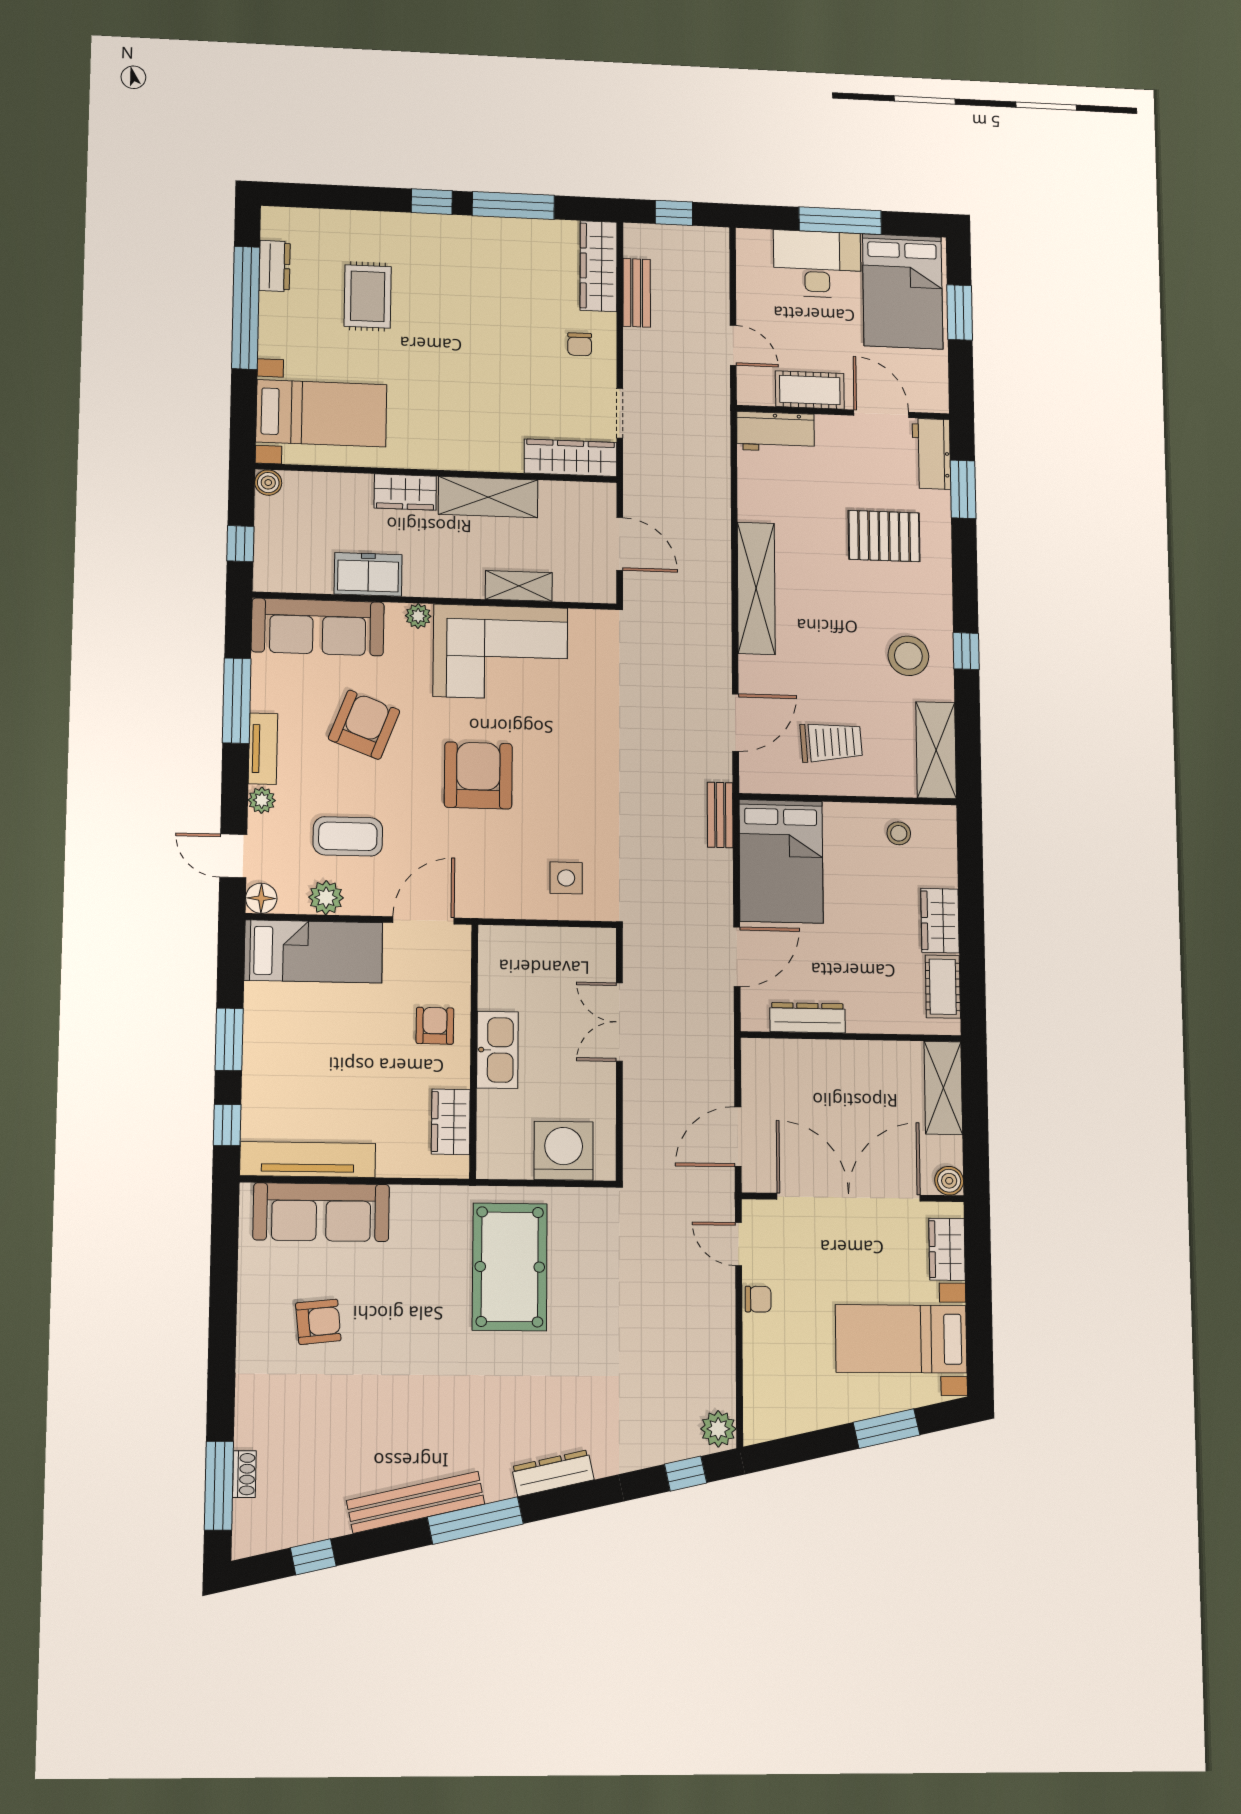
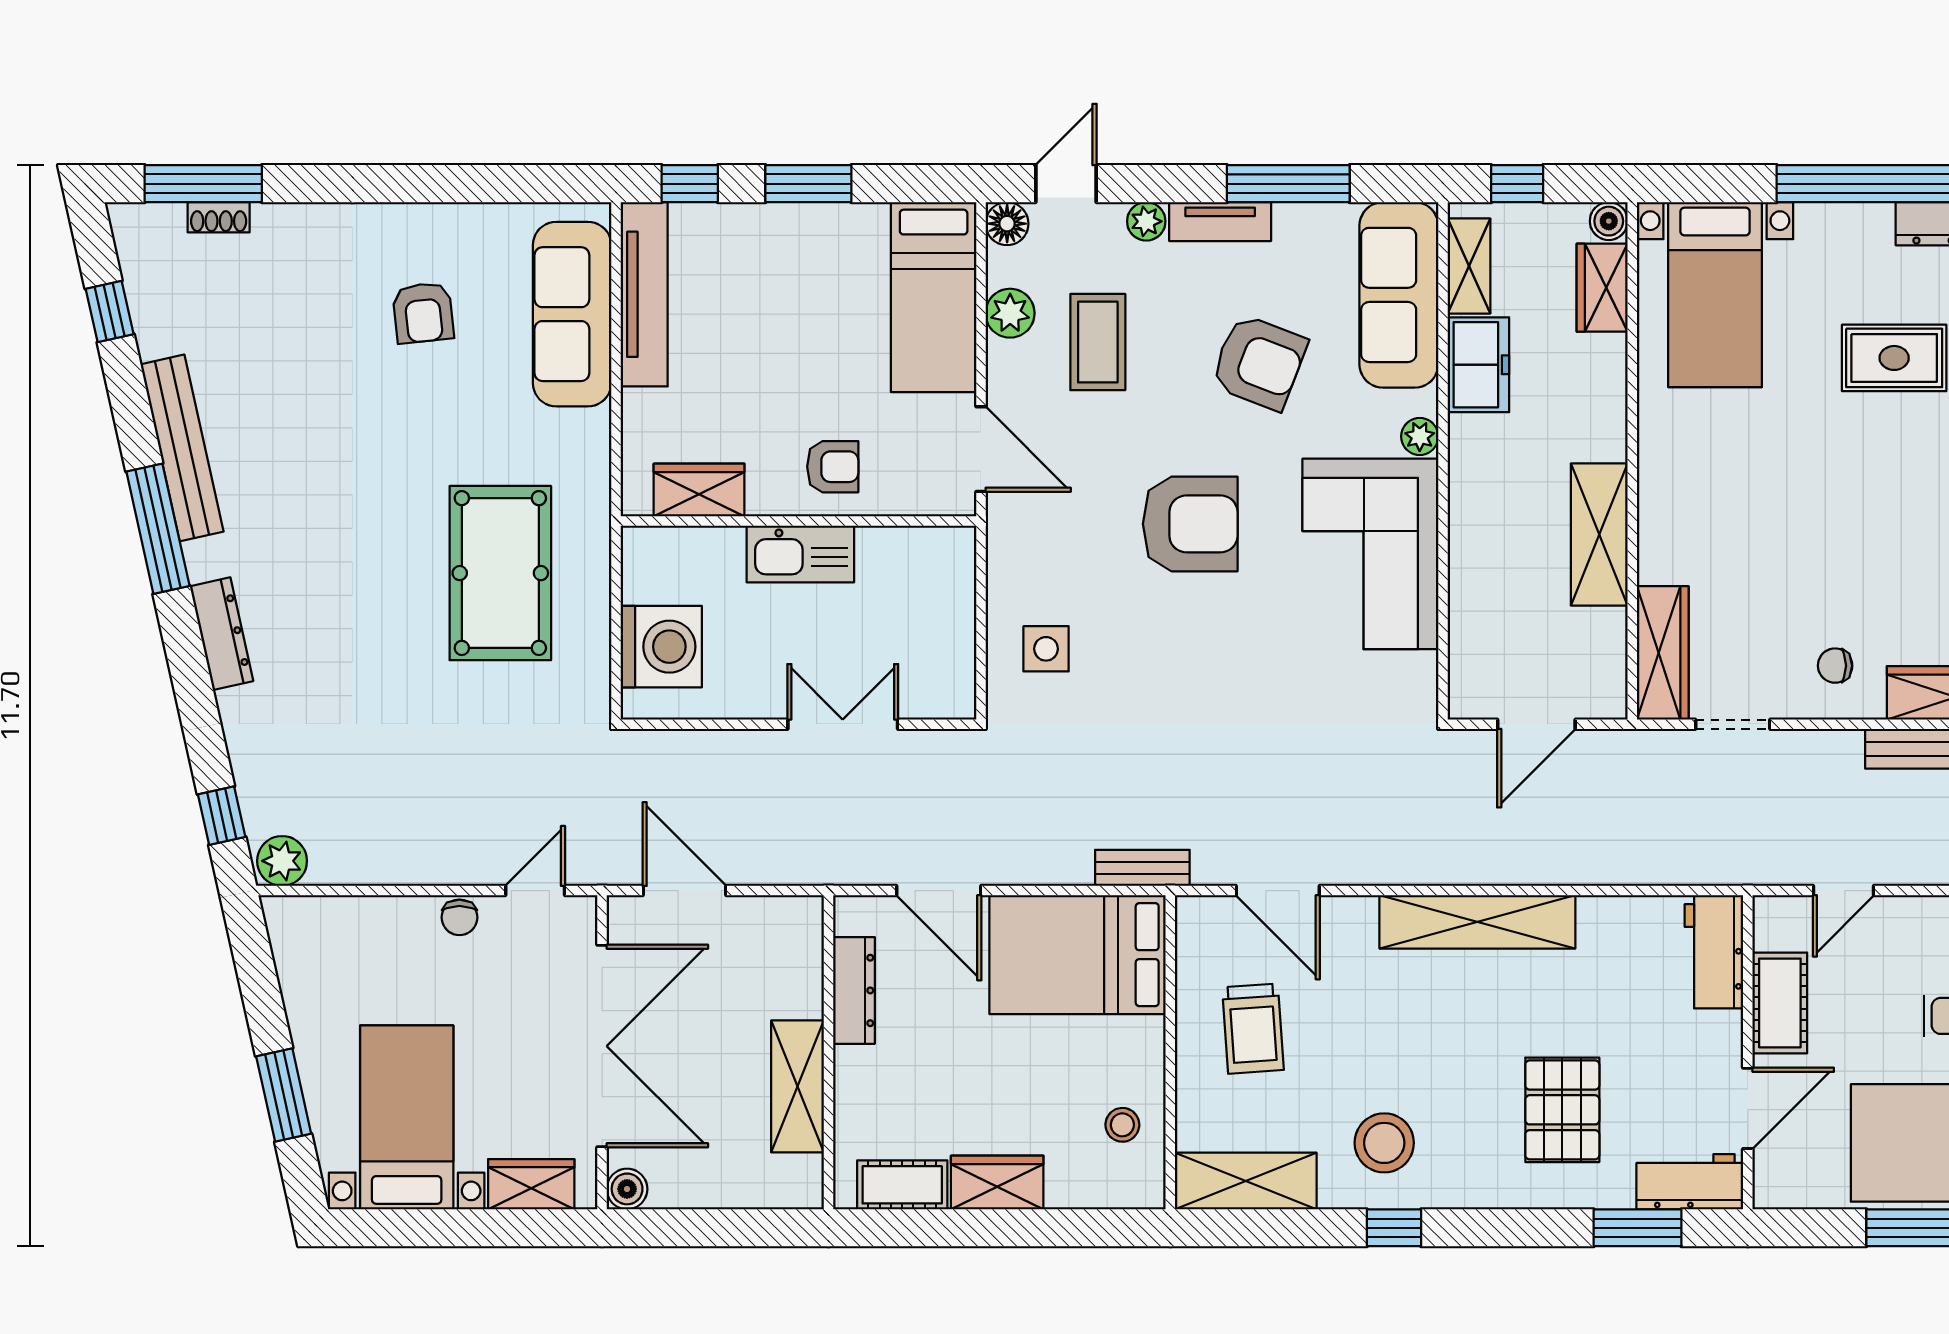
wardrobe: (405, 492) -> (1602, 288), moved
shelving: (519, 586) -> (1469, 266), moved
shelving: (943, 1088) -> (797, 1086), moved, turned 90
pool table: (510, 1267) -> (500, 573), turned 90

